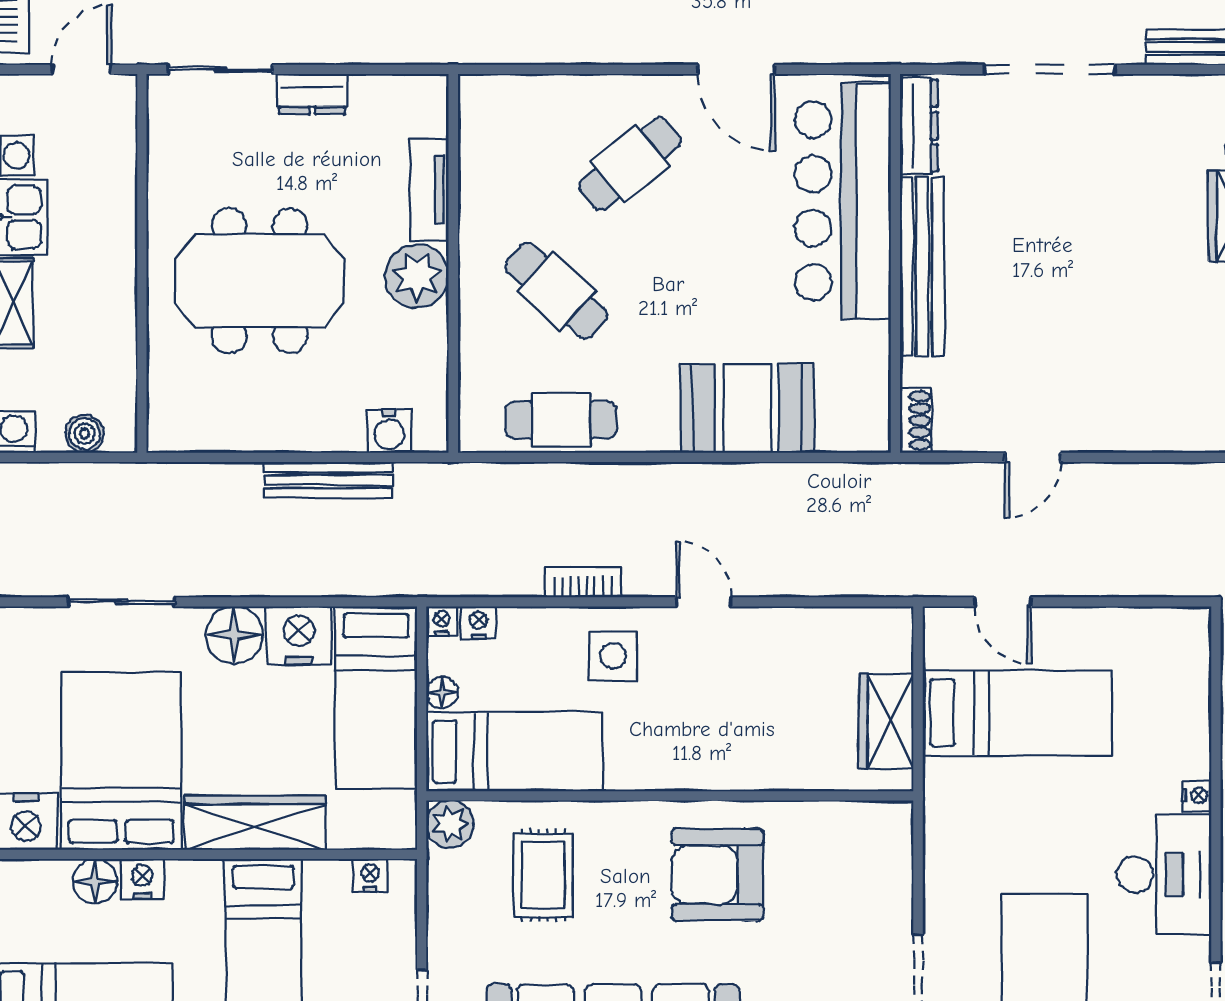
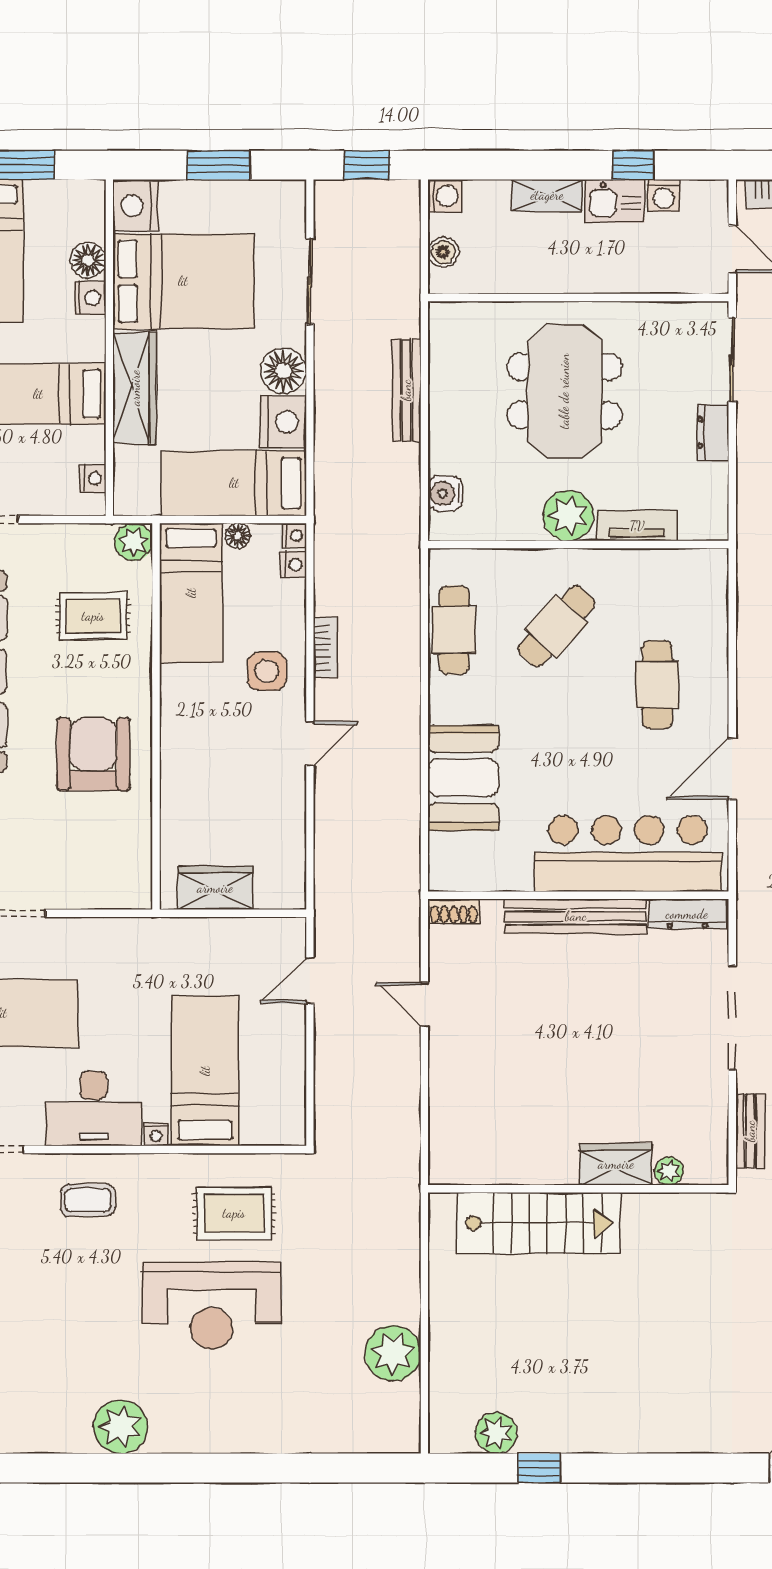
cafe table: (630, 164) -> (657, 685), turned 40
bench: (328, 480) -> (406, 390), moved
bed: (1017, 713) -> (205, 1071), moved, turned 180

